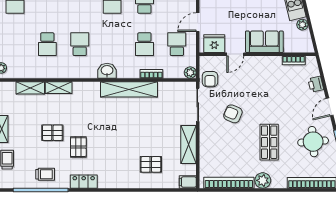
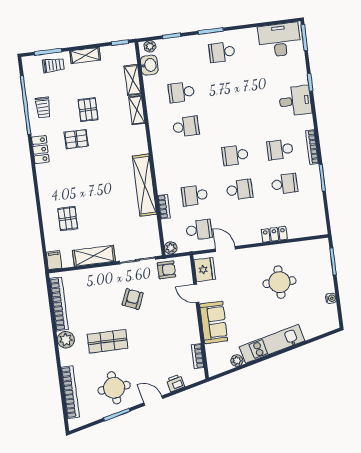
washbasin: (107, 71) -> (149, 65), moved
armchair: (210, 79) -> (166, 270), turned 180

